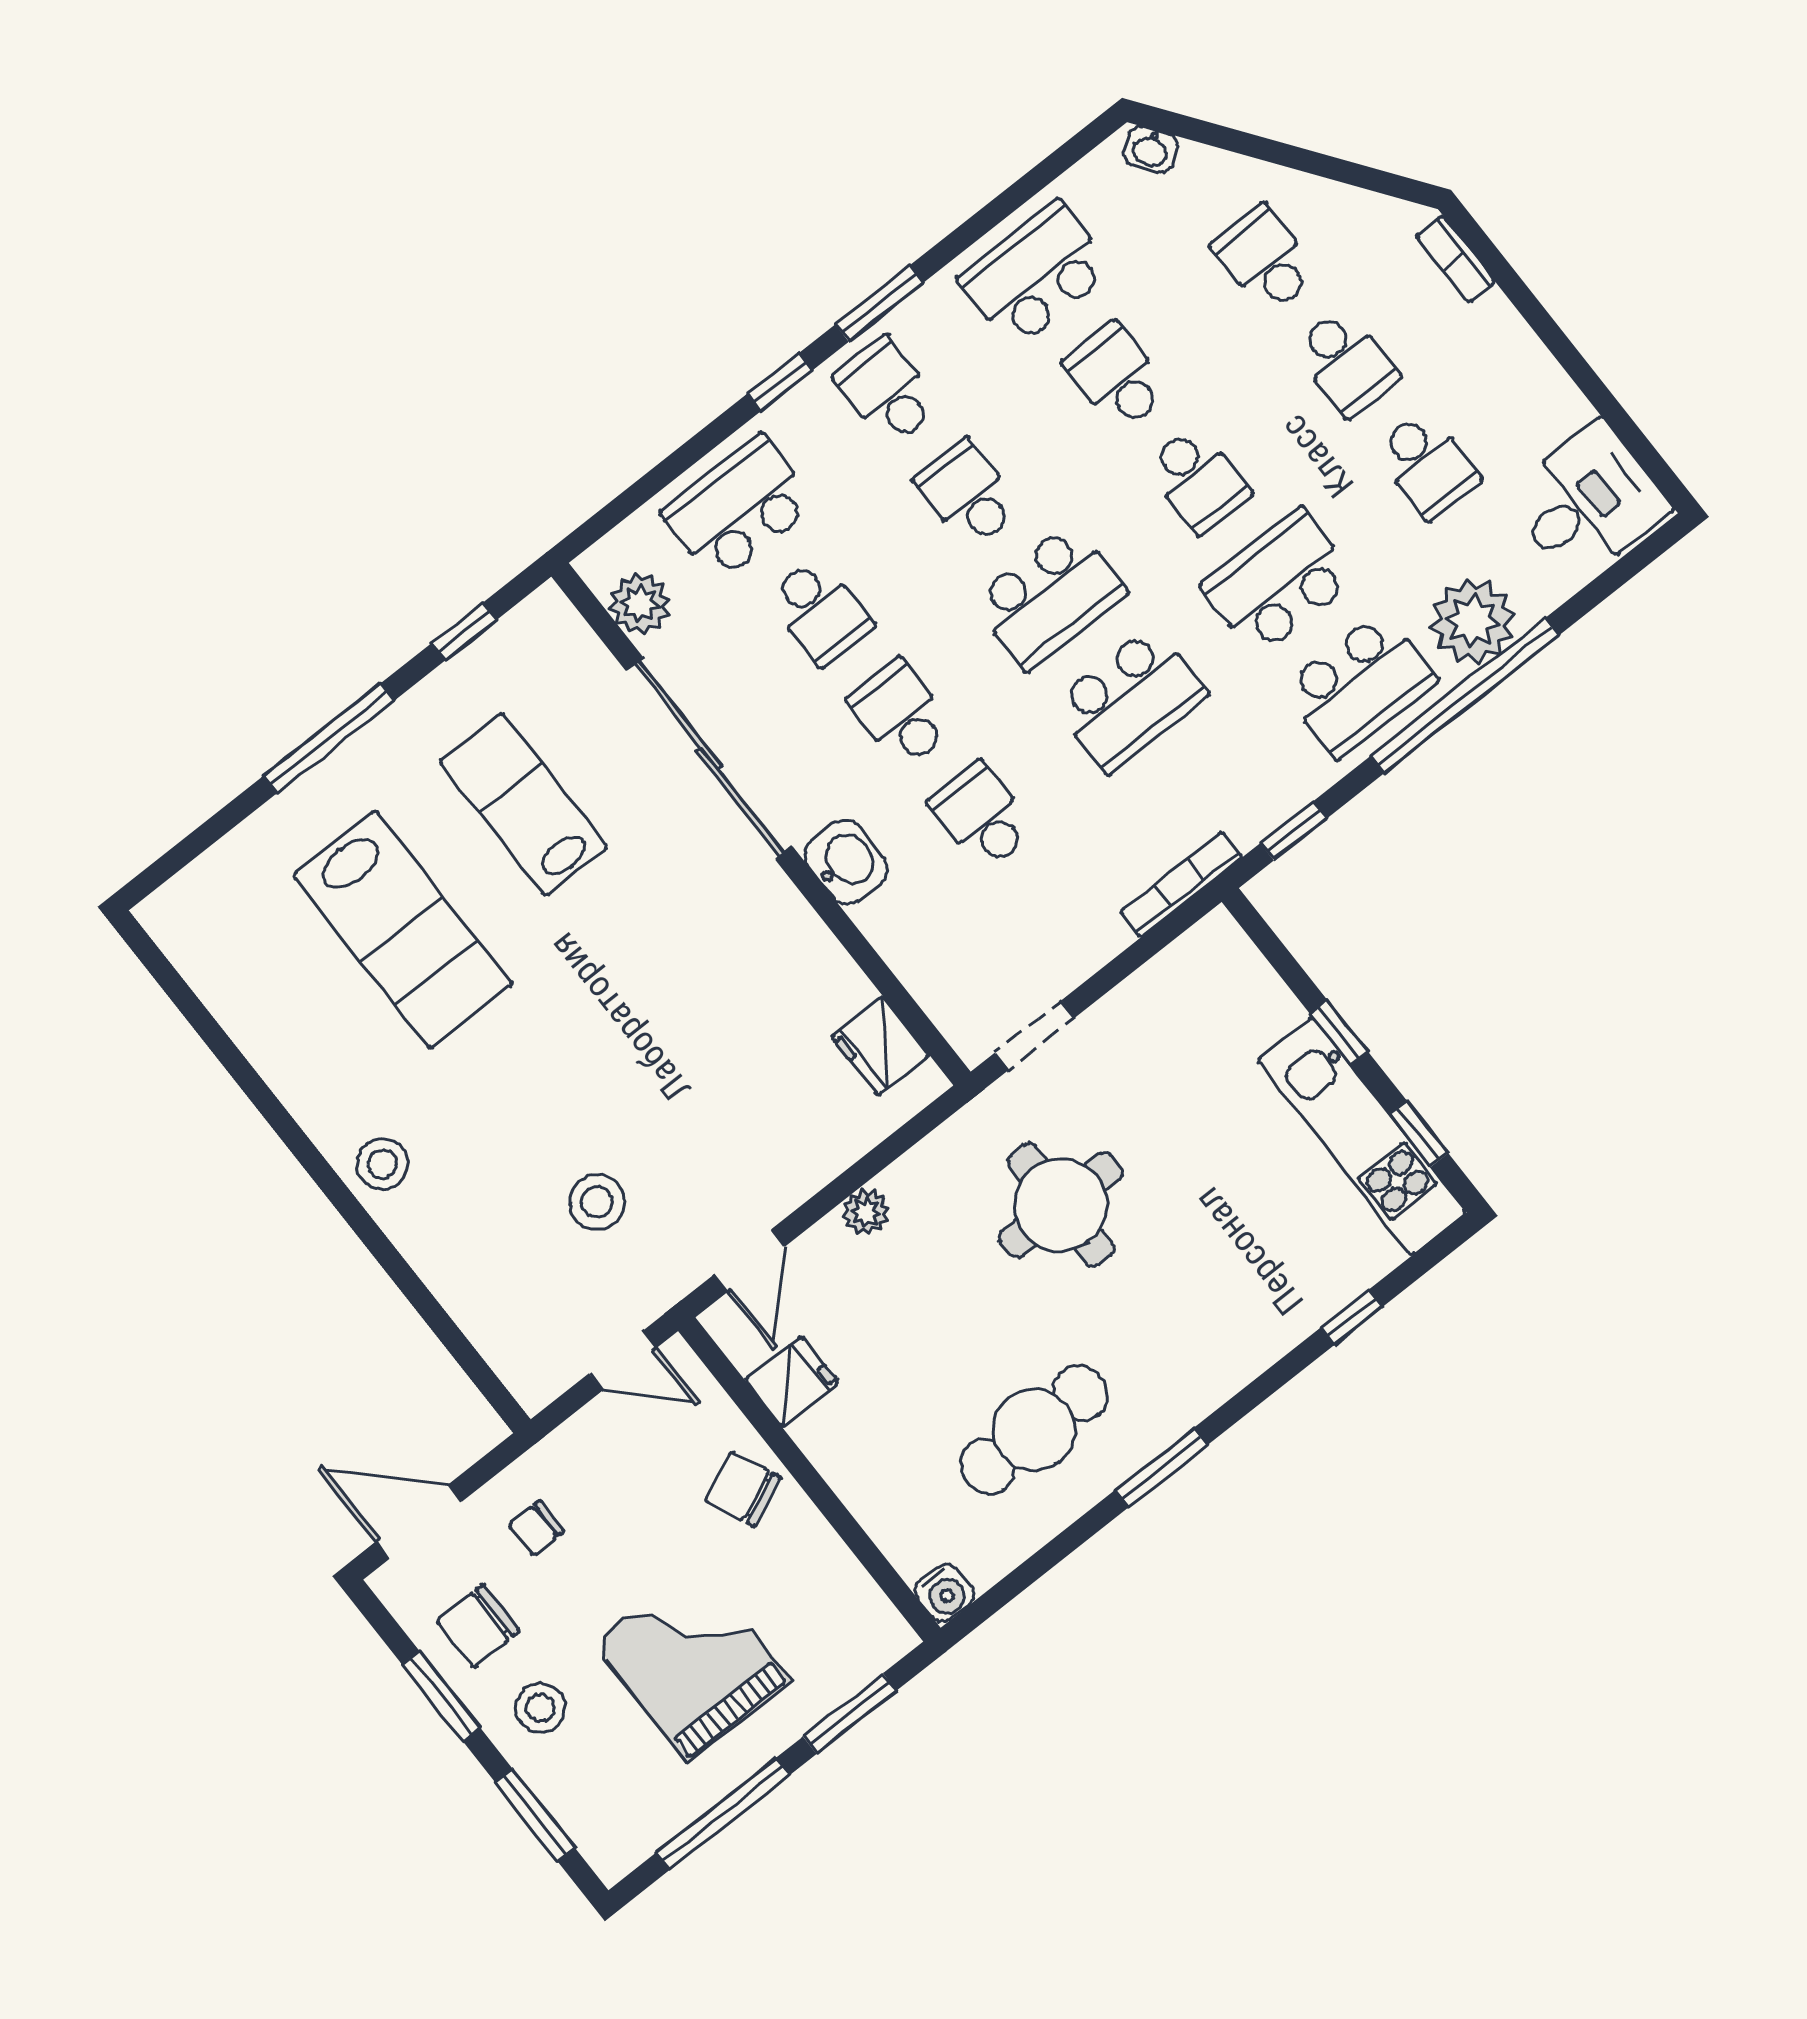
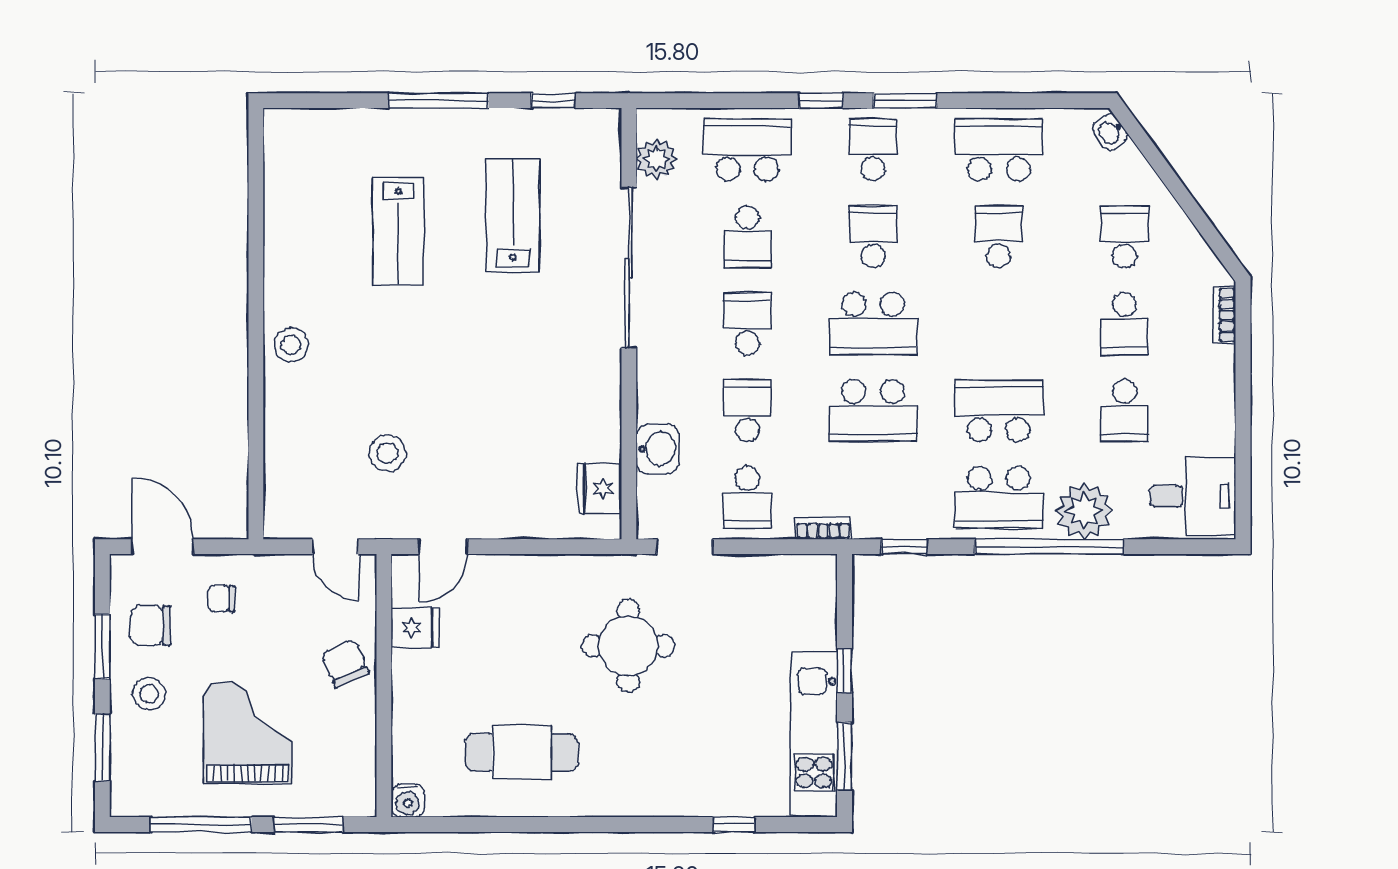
school desk: (1198, 479) -> (747, 498), moved
washbasin: (846, 862) -> (658, 449), moved
bookcase: (1181, 884) -> (823, 528), width x0.64
lab bench: (403, 930) -> (398, 231), width x0.73, depth x0.72
window: (1419, 1133) -> (845, 756), width x1.50
plant: (866, 1212) -> (523, 569), removed
window: (1161, 1468) -> (573, 825), removed

